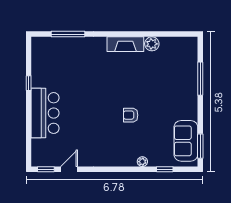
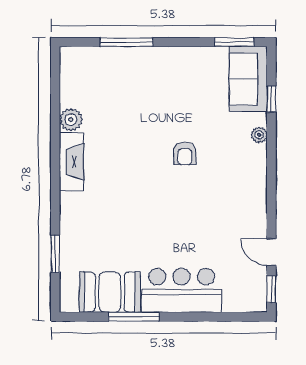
window: (68, 34) -> (55, 254), width x0.69
booth: (44, 68) -> (110, 292), added
window: (29, 83) -> (134, 317), width x2.17
sofa: (186, 141) -> (248, 79), moved, turned 90

